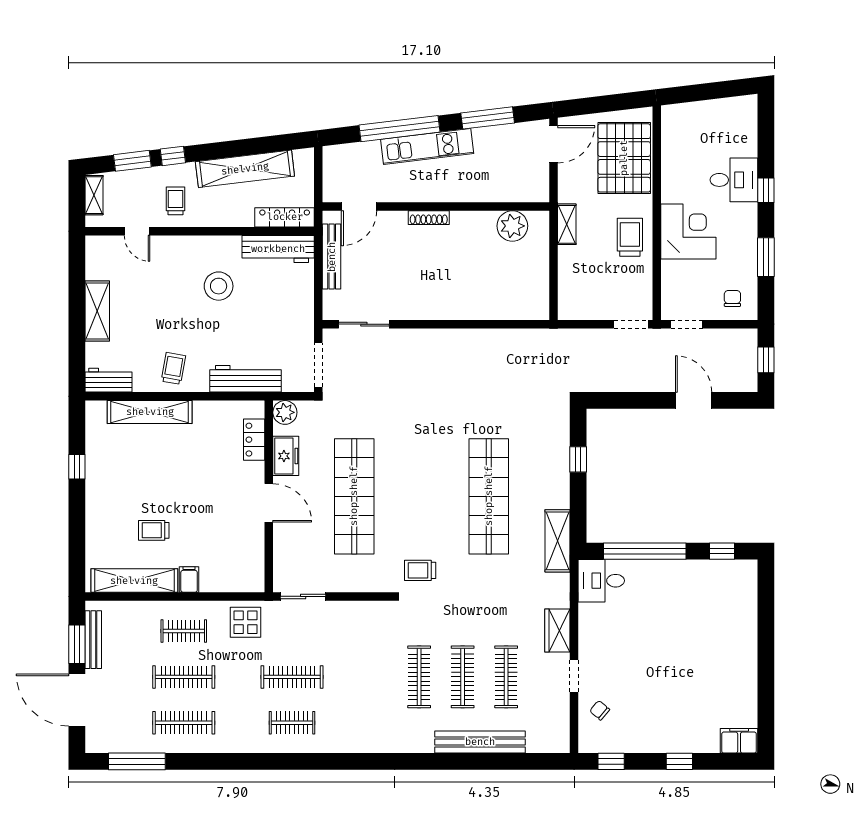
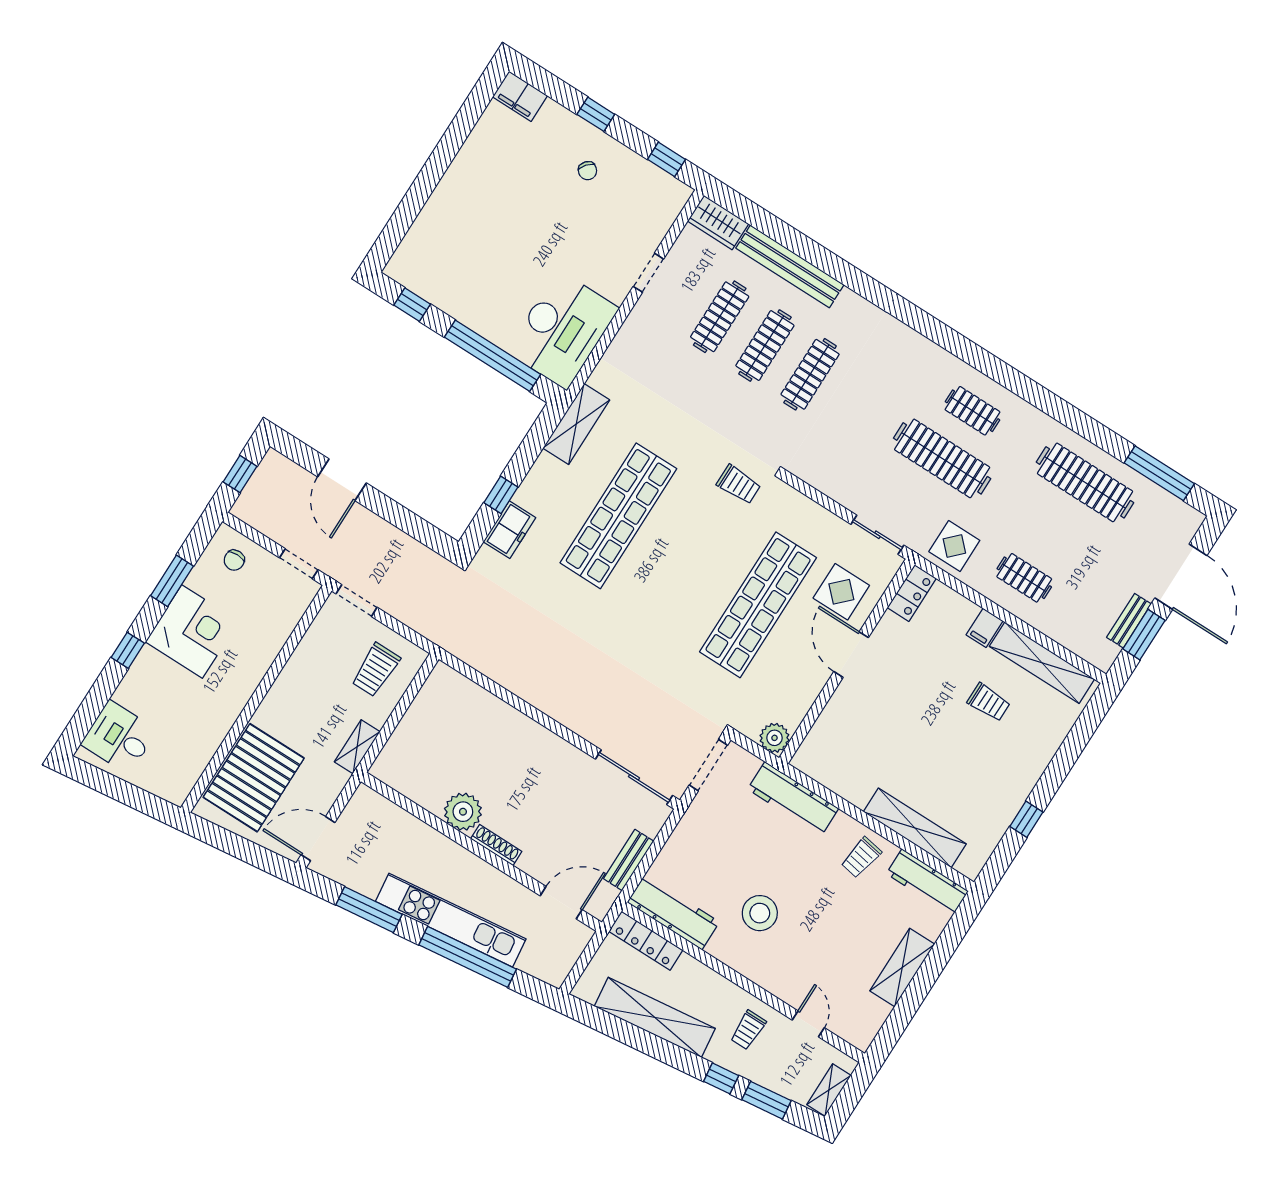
kitchen unit: (427, 146) -> (451, 920), width x1.36
desk: (734, 180) -> (119, 737), moved
plant: (512, 226) -> (463, 812), moved
corner desk: (688, 232) -> (192, 632), moved, turned 180
trolley: (630, 237) -> (376, 670), moved
bench: (332, 257) -> (629, 860), width x0.73
sliding door: (364, 324) -> (634, 777), width x1.37
workbench: (109, 380) -> (927, 882), width x1.37
locker: (254, 440) -> (912, 593), moved
freezer: (286, 456) -> (509, 530), moved, turned 180
display table: (303, 542) -> (841, 592), added
desk: (601, 581) -> (562, 330), width x1.87, depth x1.30
wardrobe: (557, 630) -> (718, 223), moved, turned 90
bench: (93, 640) -> (1129, 621), width x0.73
clothes rail: (184, 677) -> (1055, 530), removed
clothes rail: (292, 677) -> (942, 458), width x1.37, depth x1.31
chair: (600, 710) -> (588, 171), moved
clothes rail: (184, 723) -> (1085, 482), width x1.37, depth x1.31

